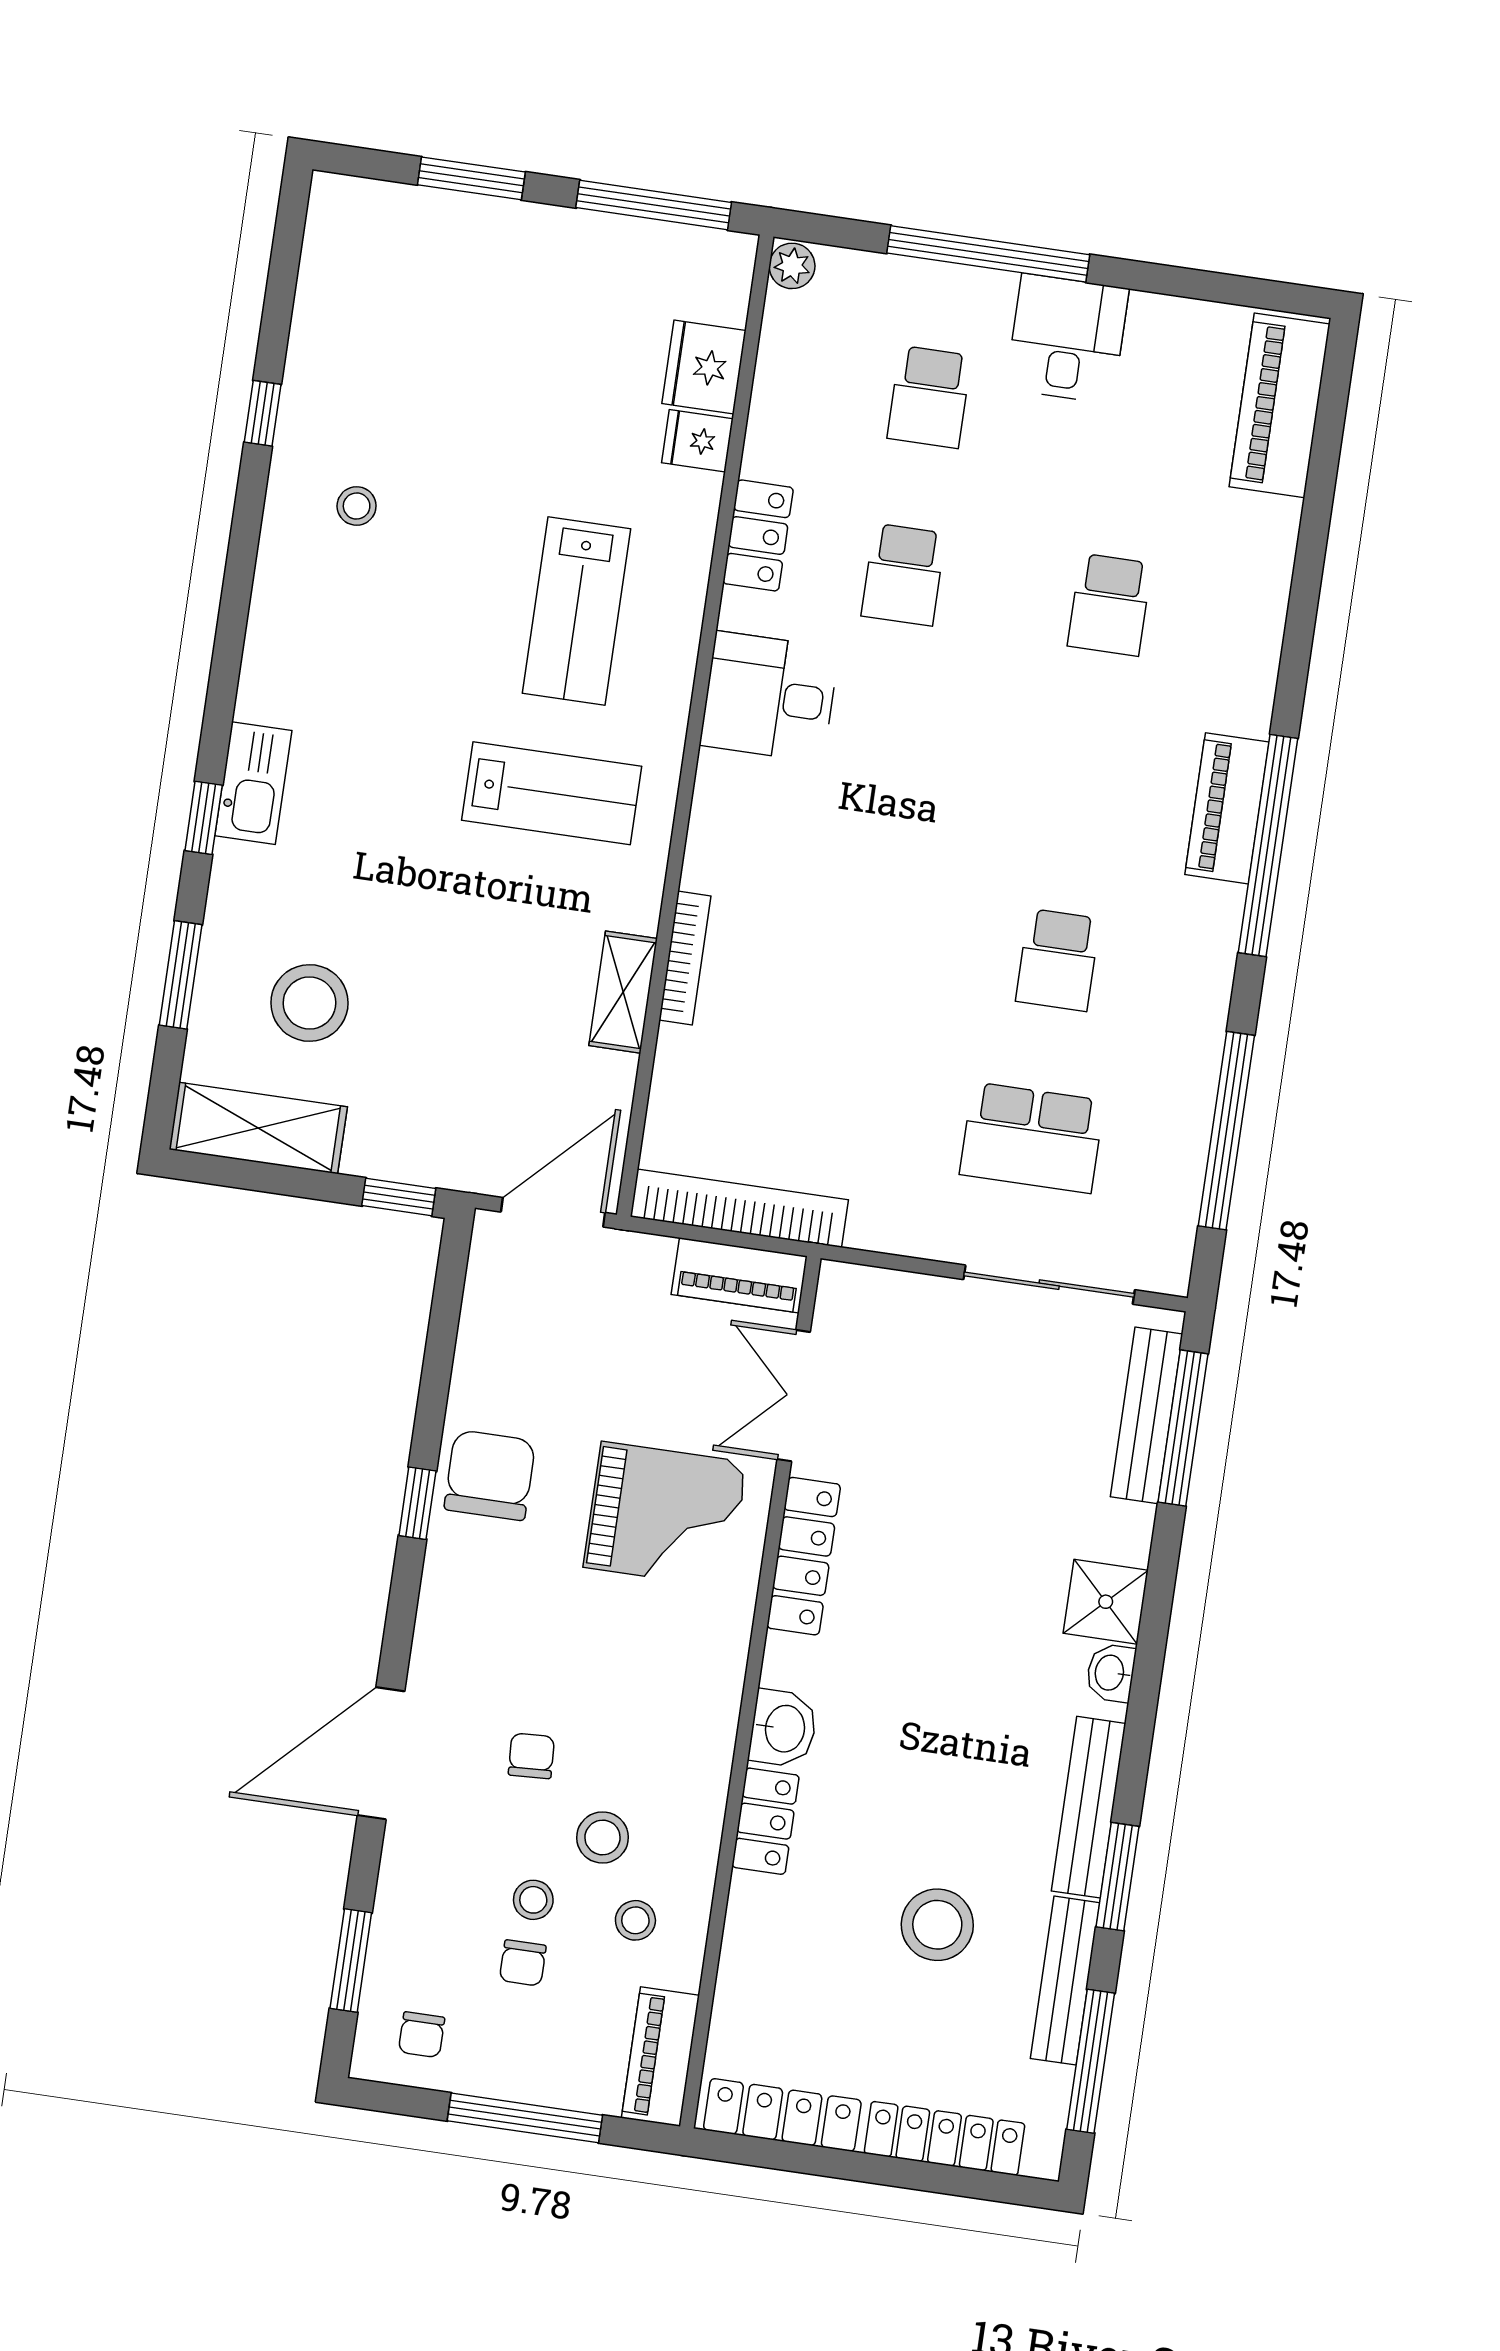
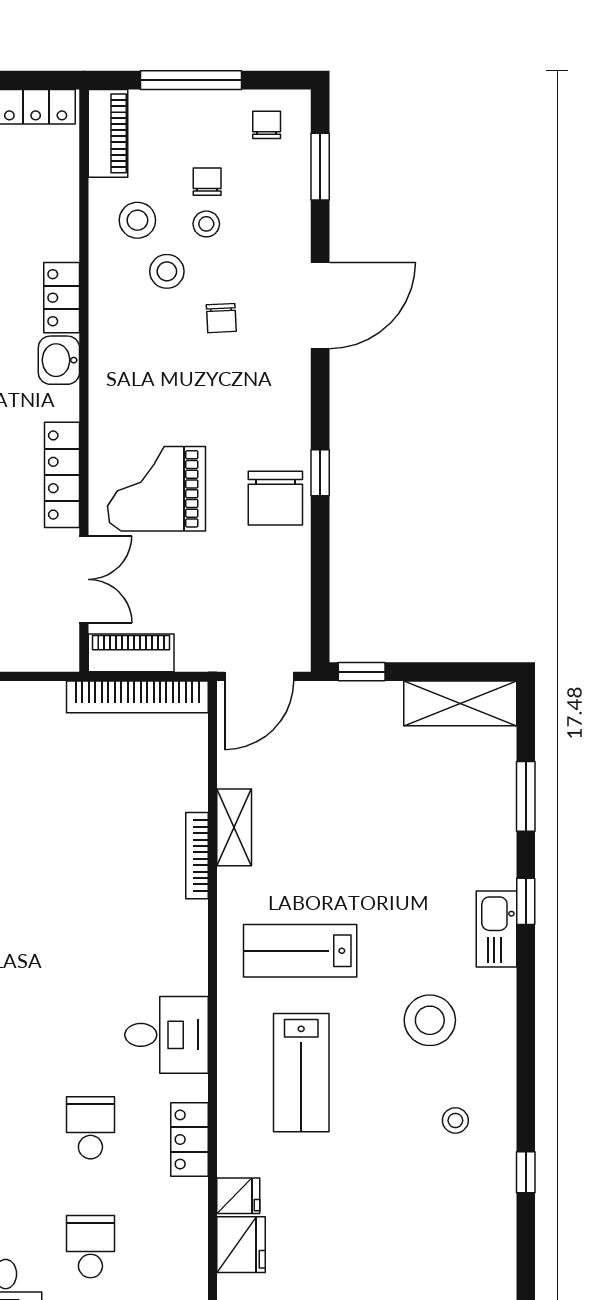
lab bench: (577, 611) -> (301, 1073), turned 180
stool: (309, 1003) -> (430, 1020), moved
stool: (635, 1920) -> (137, 220), width x1.37, depth x1.37

